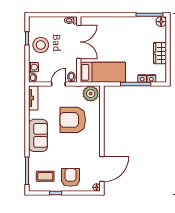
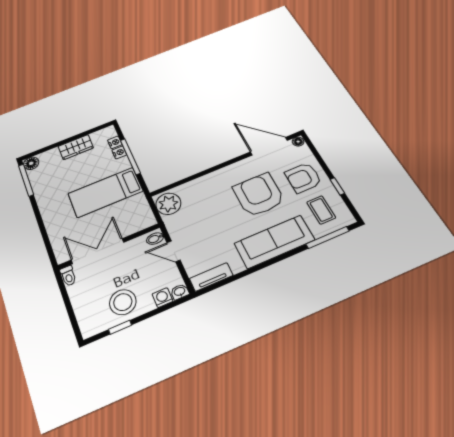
bed: (103, 72) -> (105, 192), moved, turned -90
armchair: (73, 120) -> (259, 195), moved, turned 180
sofa: (38, 135) -> (274, 242), width x1.36

